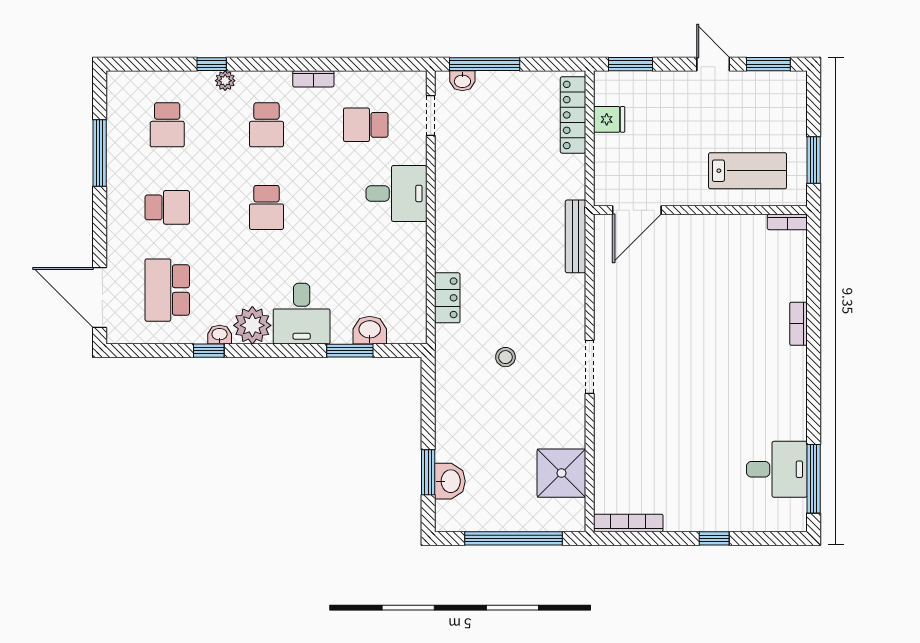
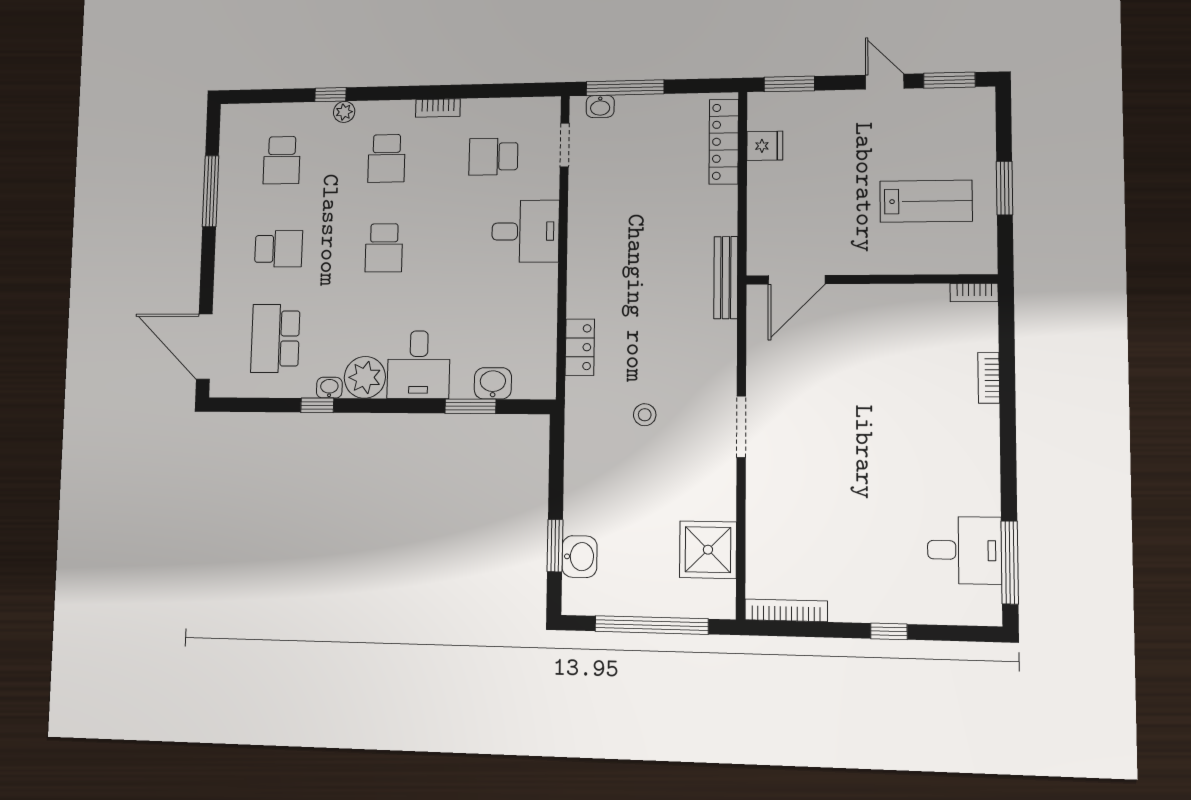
door: (637, 210) -> (797, 280), moved
wall: (700, 210) -> (871, 279), moved
bookcase: (787, 222) -> (974, 293), moved

